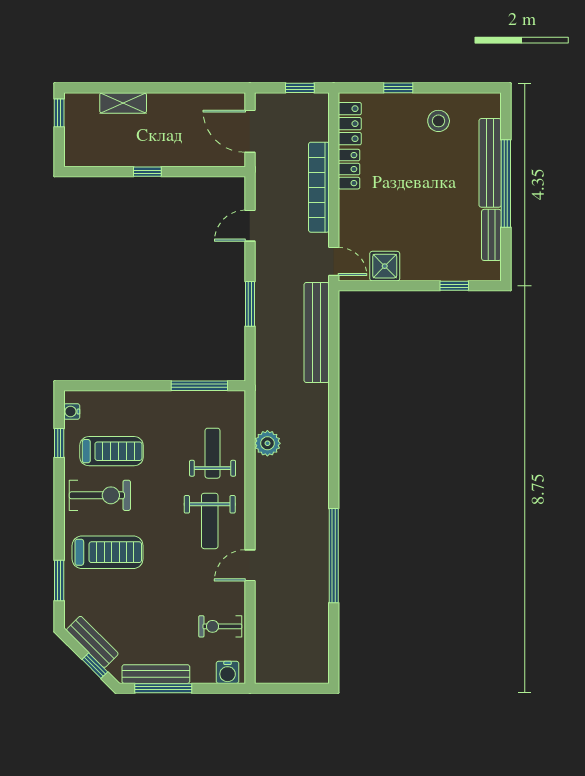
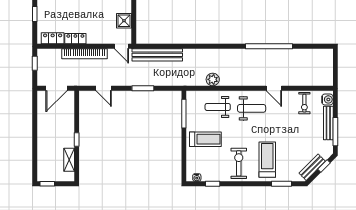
shelving: (123, 103) -> (69, 160), moved
door: (334, 261) -> (122, 46), swing flipped
treadmill: (112, 451) -> (205, 139), moved, turned 90
bench: (156, 674) -> (328, 123), moved

